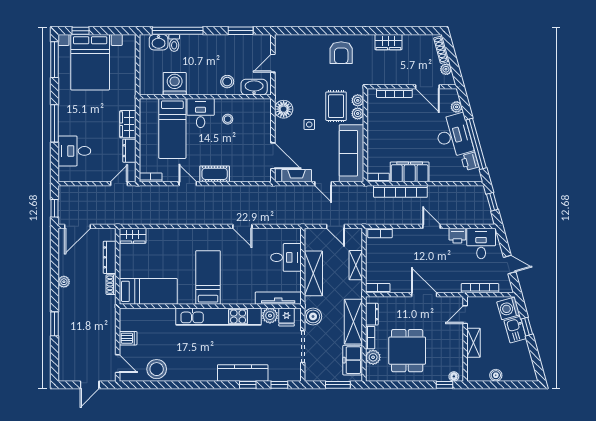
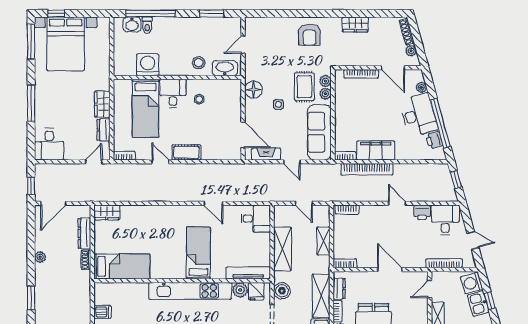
desk: (74, 151) -> (49, 144), moved, turned -90
desk: (286, 257) -> (256, 219), moved
bed: (208, 277) -> (198, 253), moved

